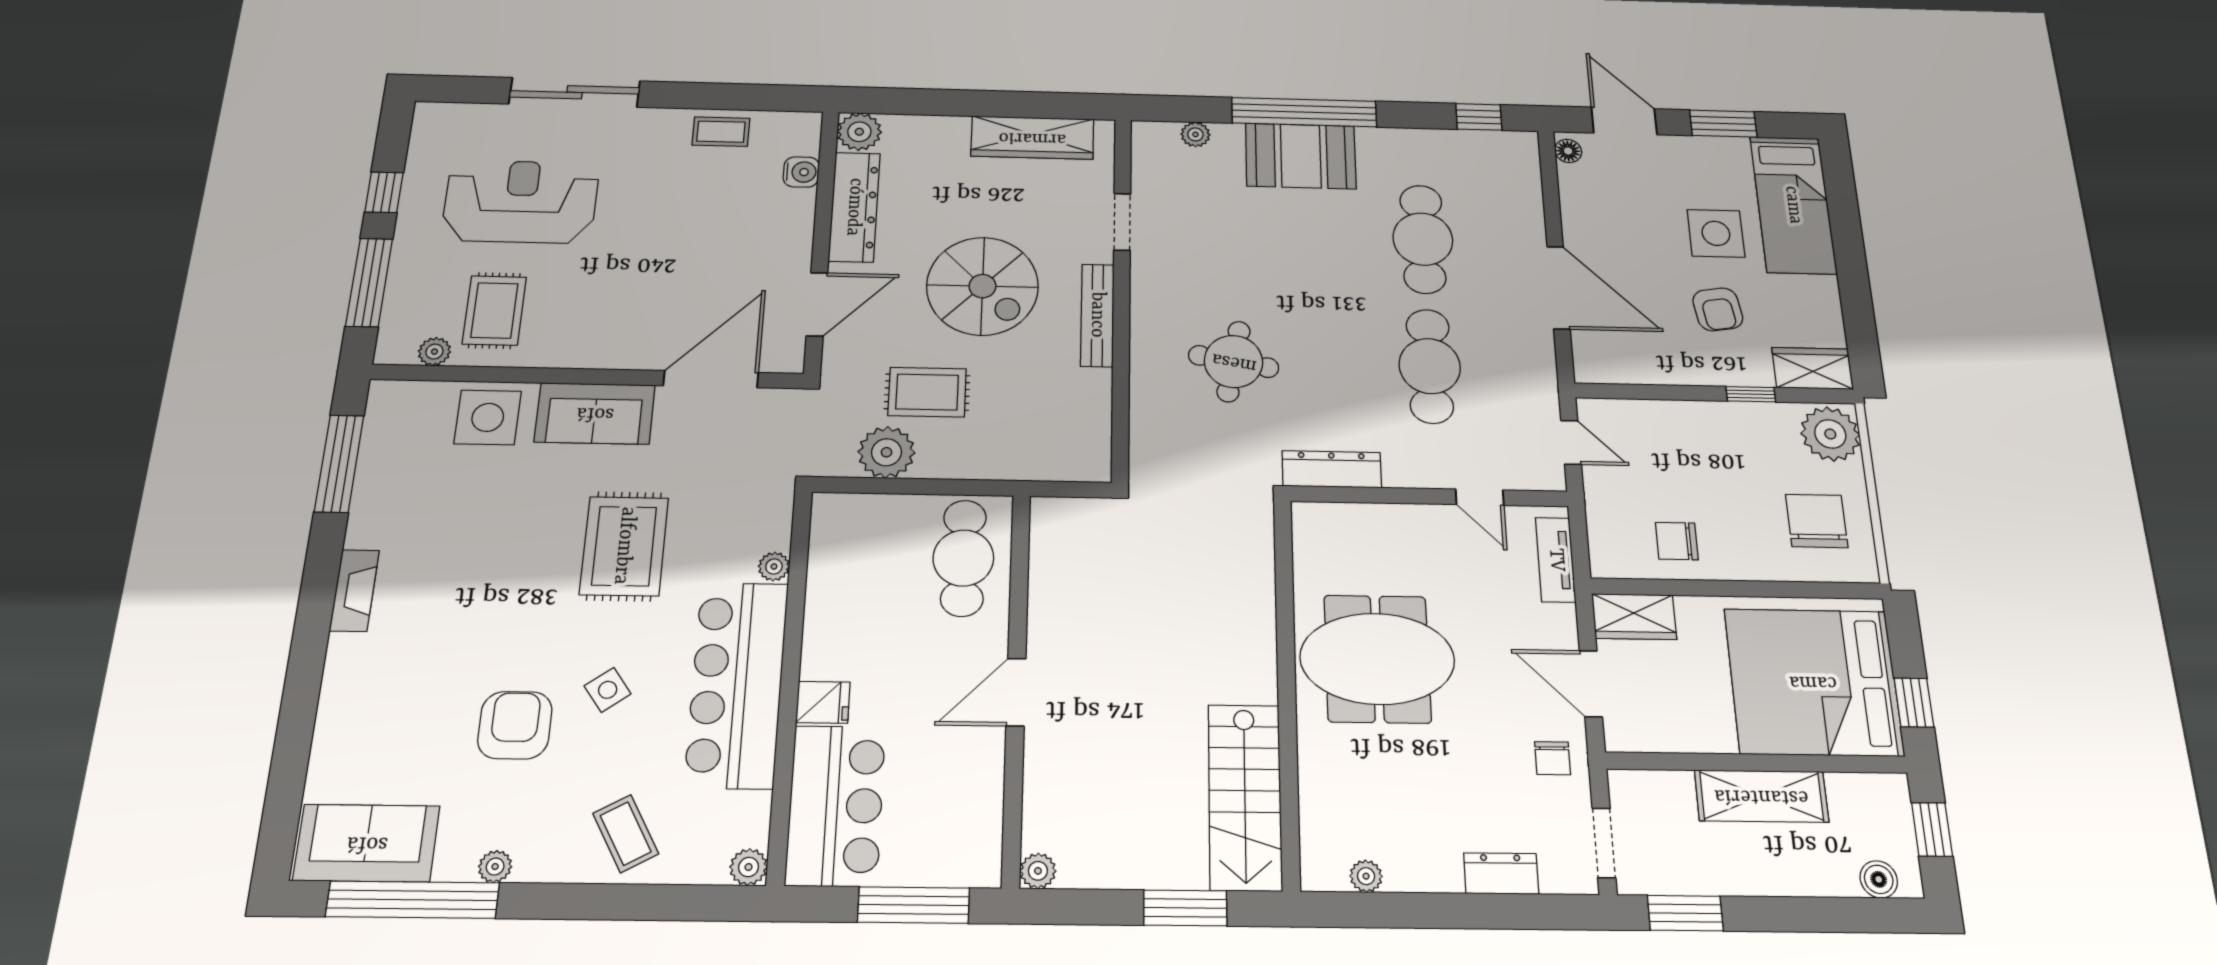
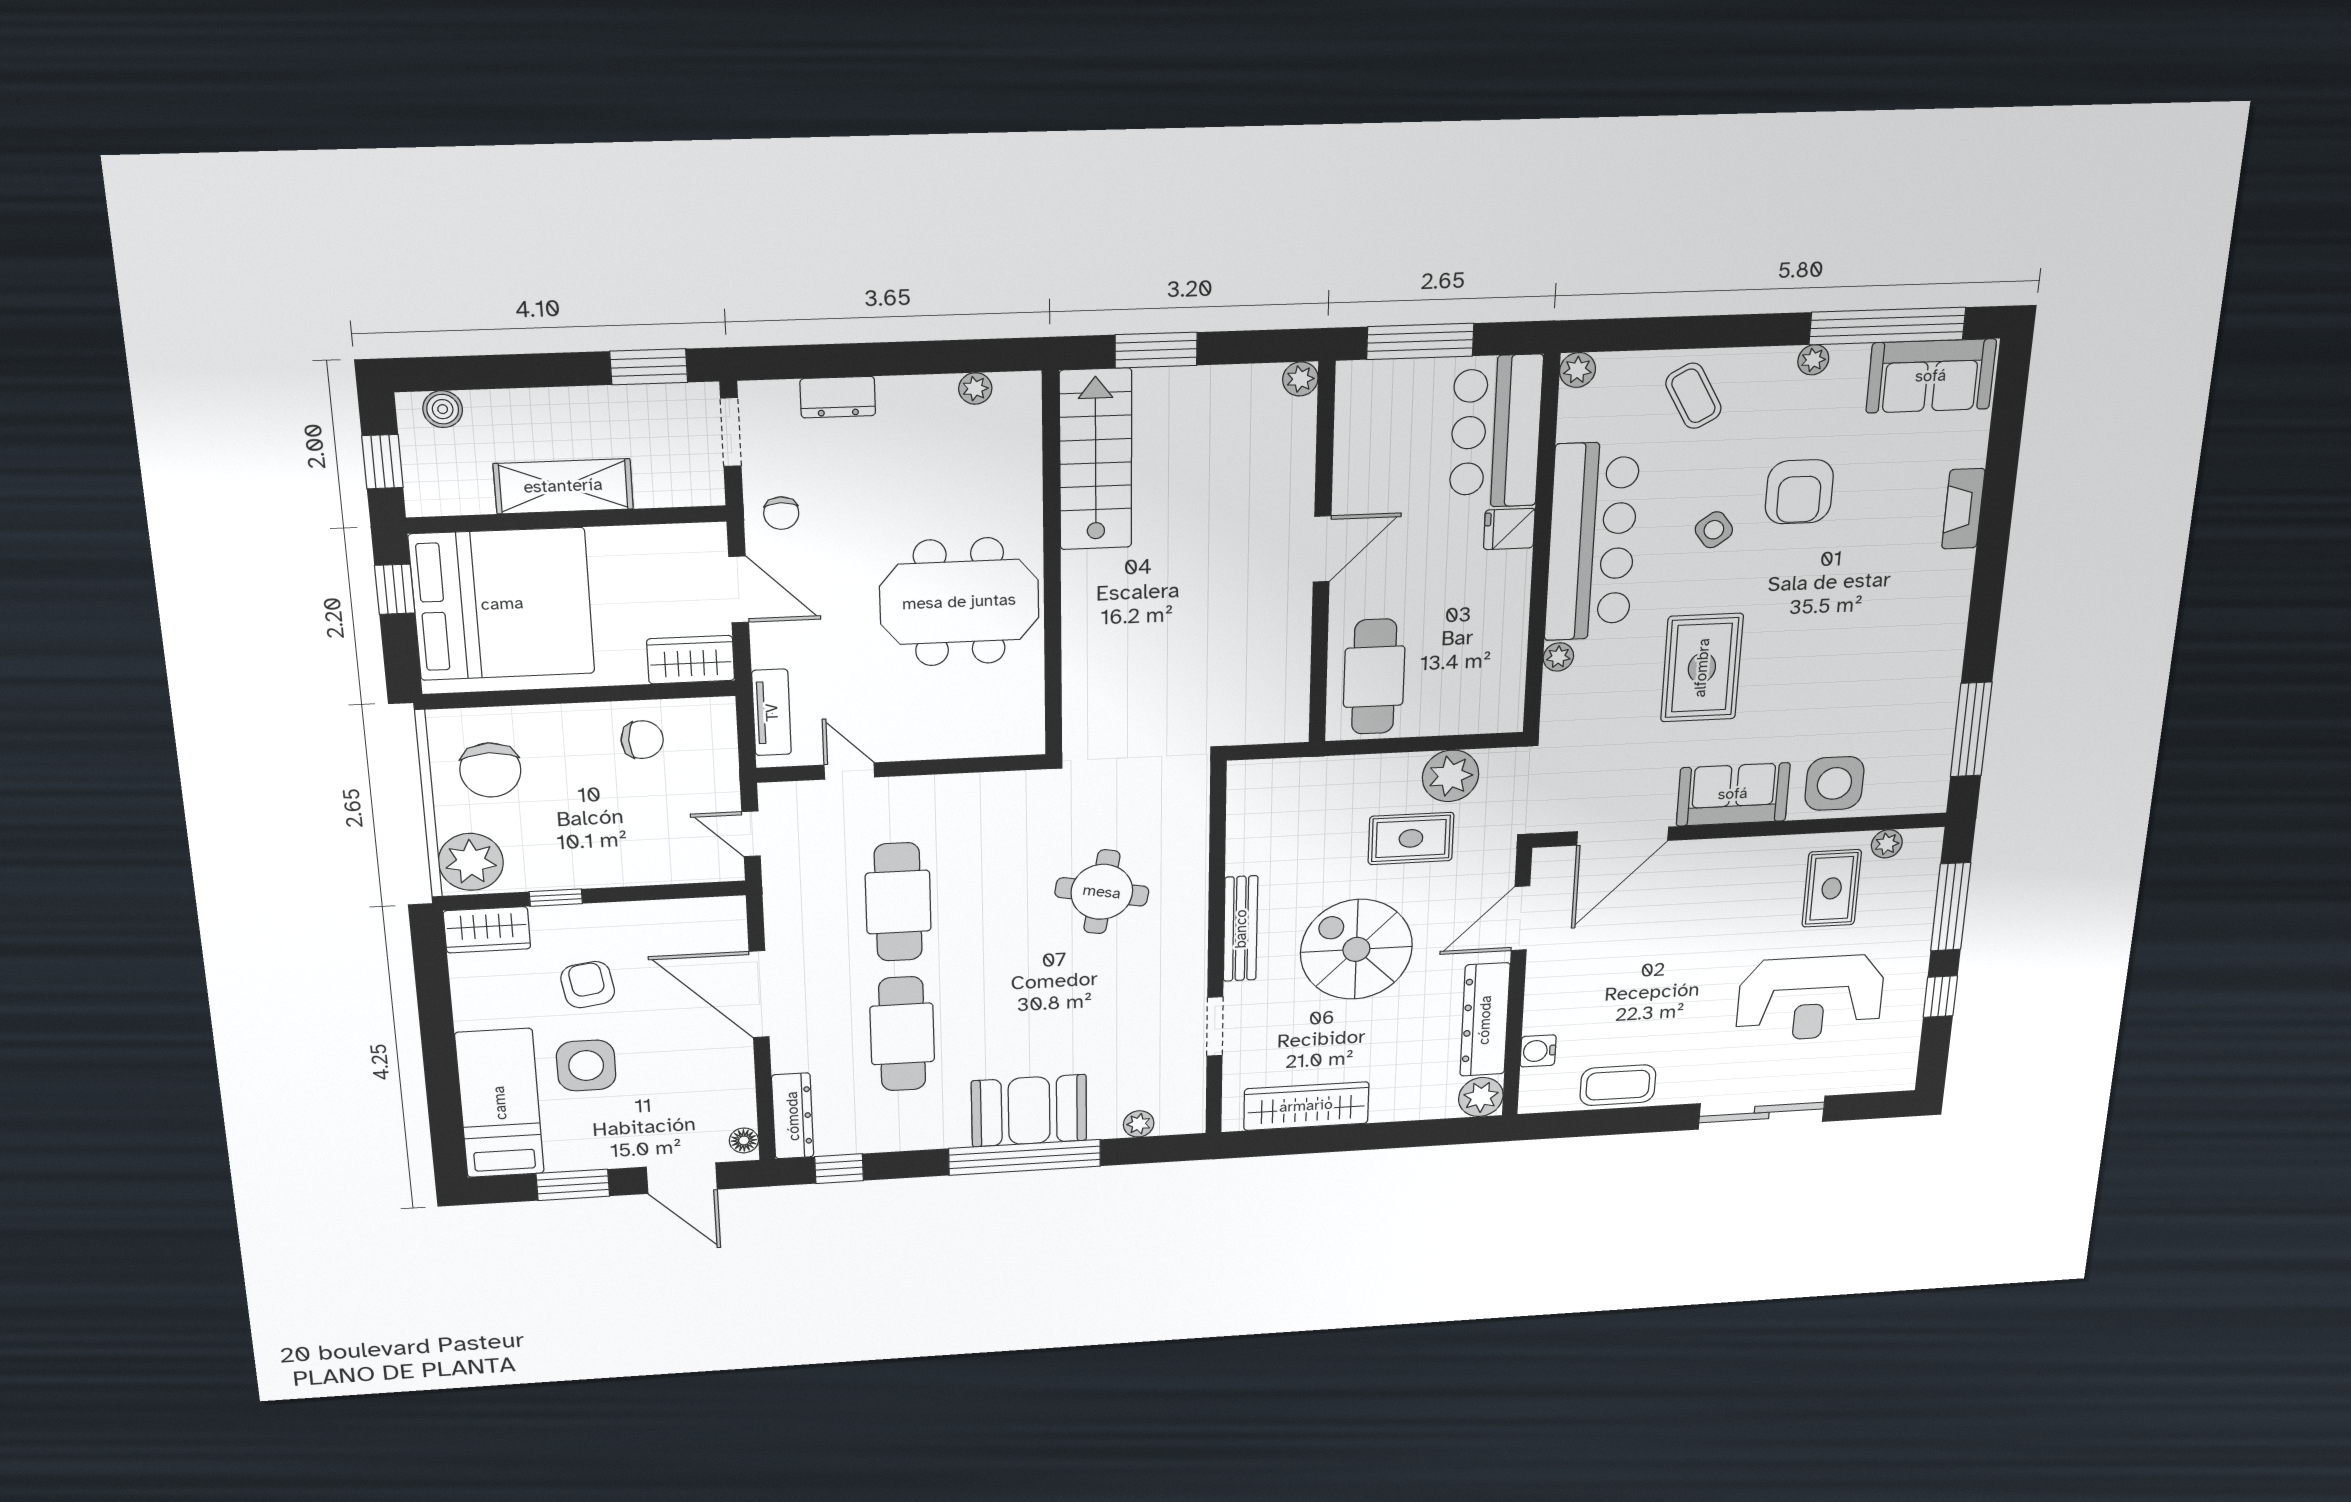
coffee table: (721, 132) -> (1618, 1085), width x1.36, depth x1.30
dresser: (1332, 469) -> (793, 1116), moved, turned -90
fireplace: (354, 591) -> (1963, 509), moved
chair: (1553, 758) -> (781, 513), turned 180

